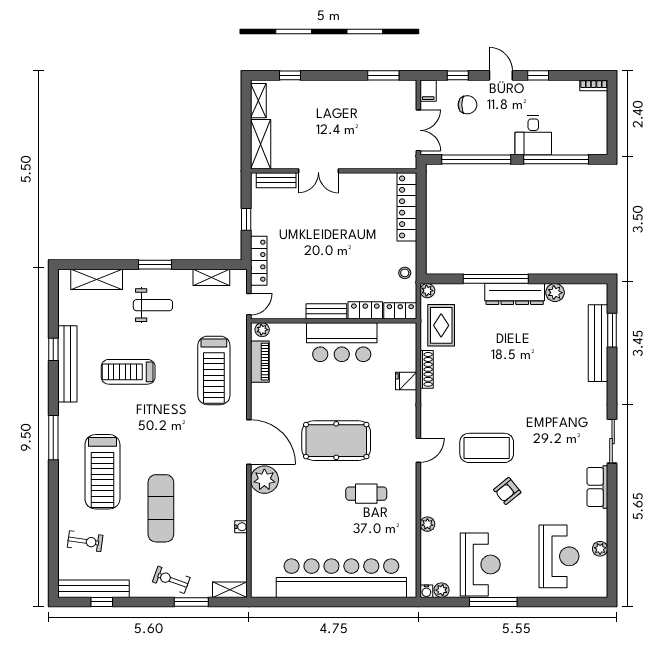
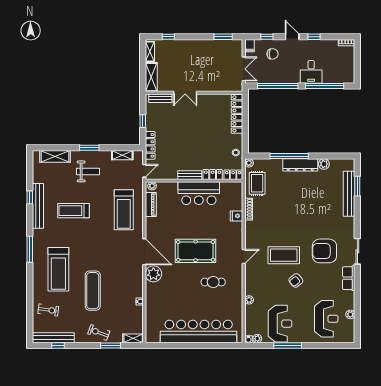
armchair: (556, 441) -> (324, 251), added

